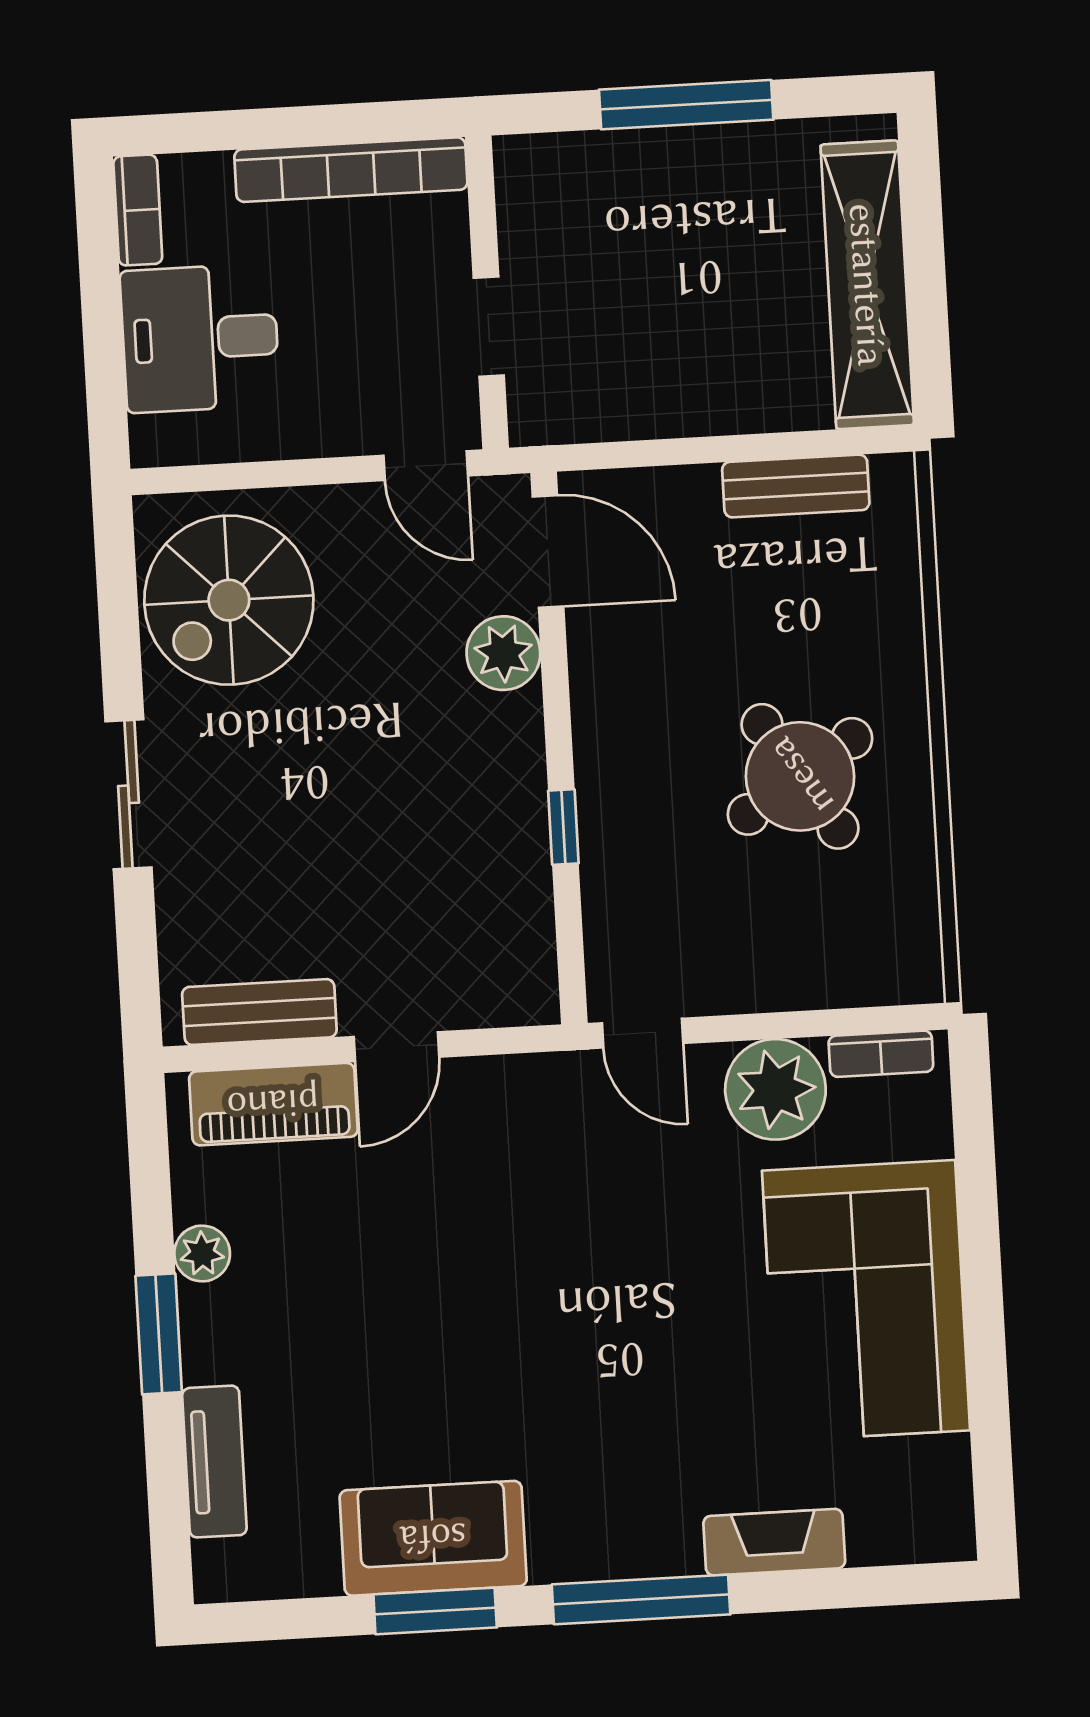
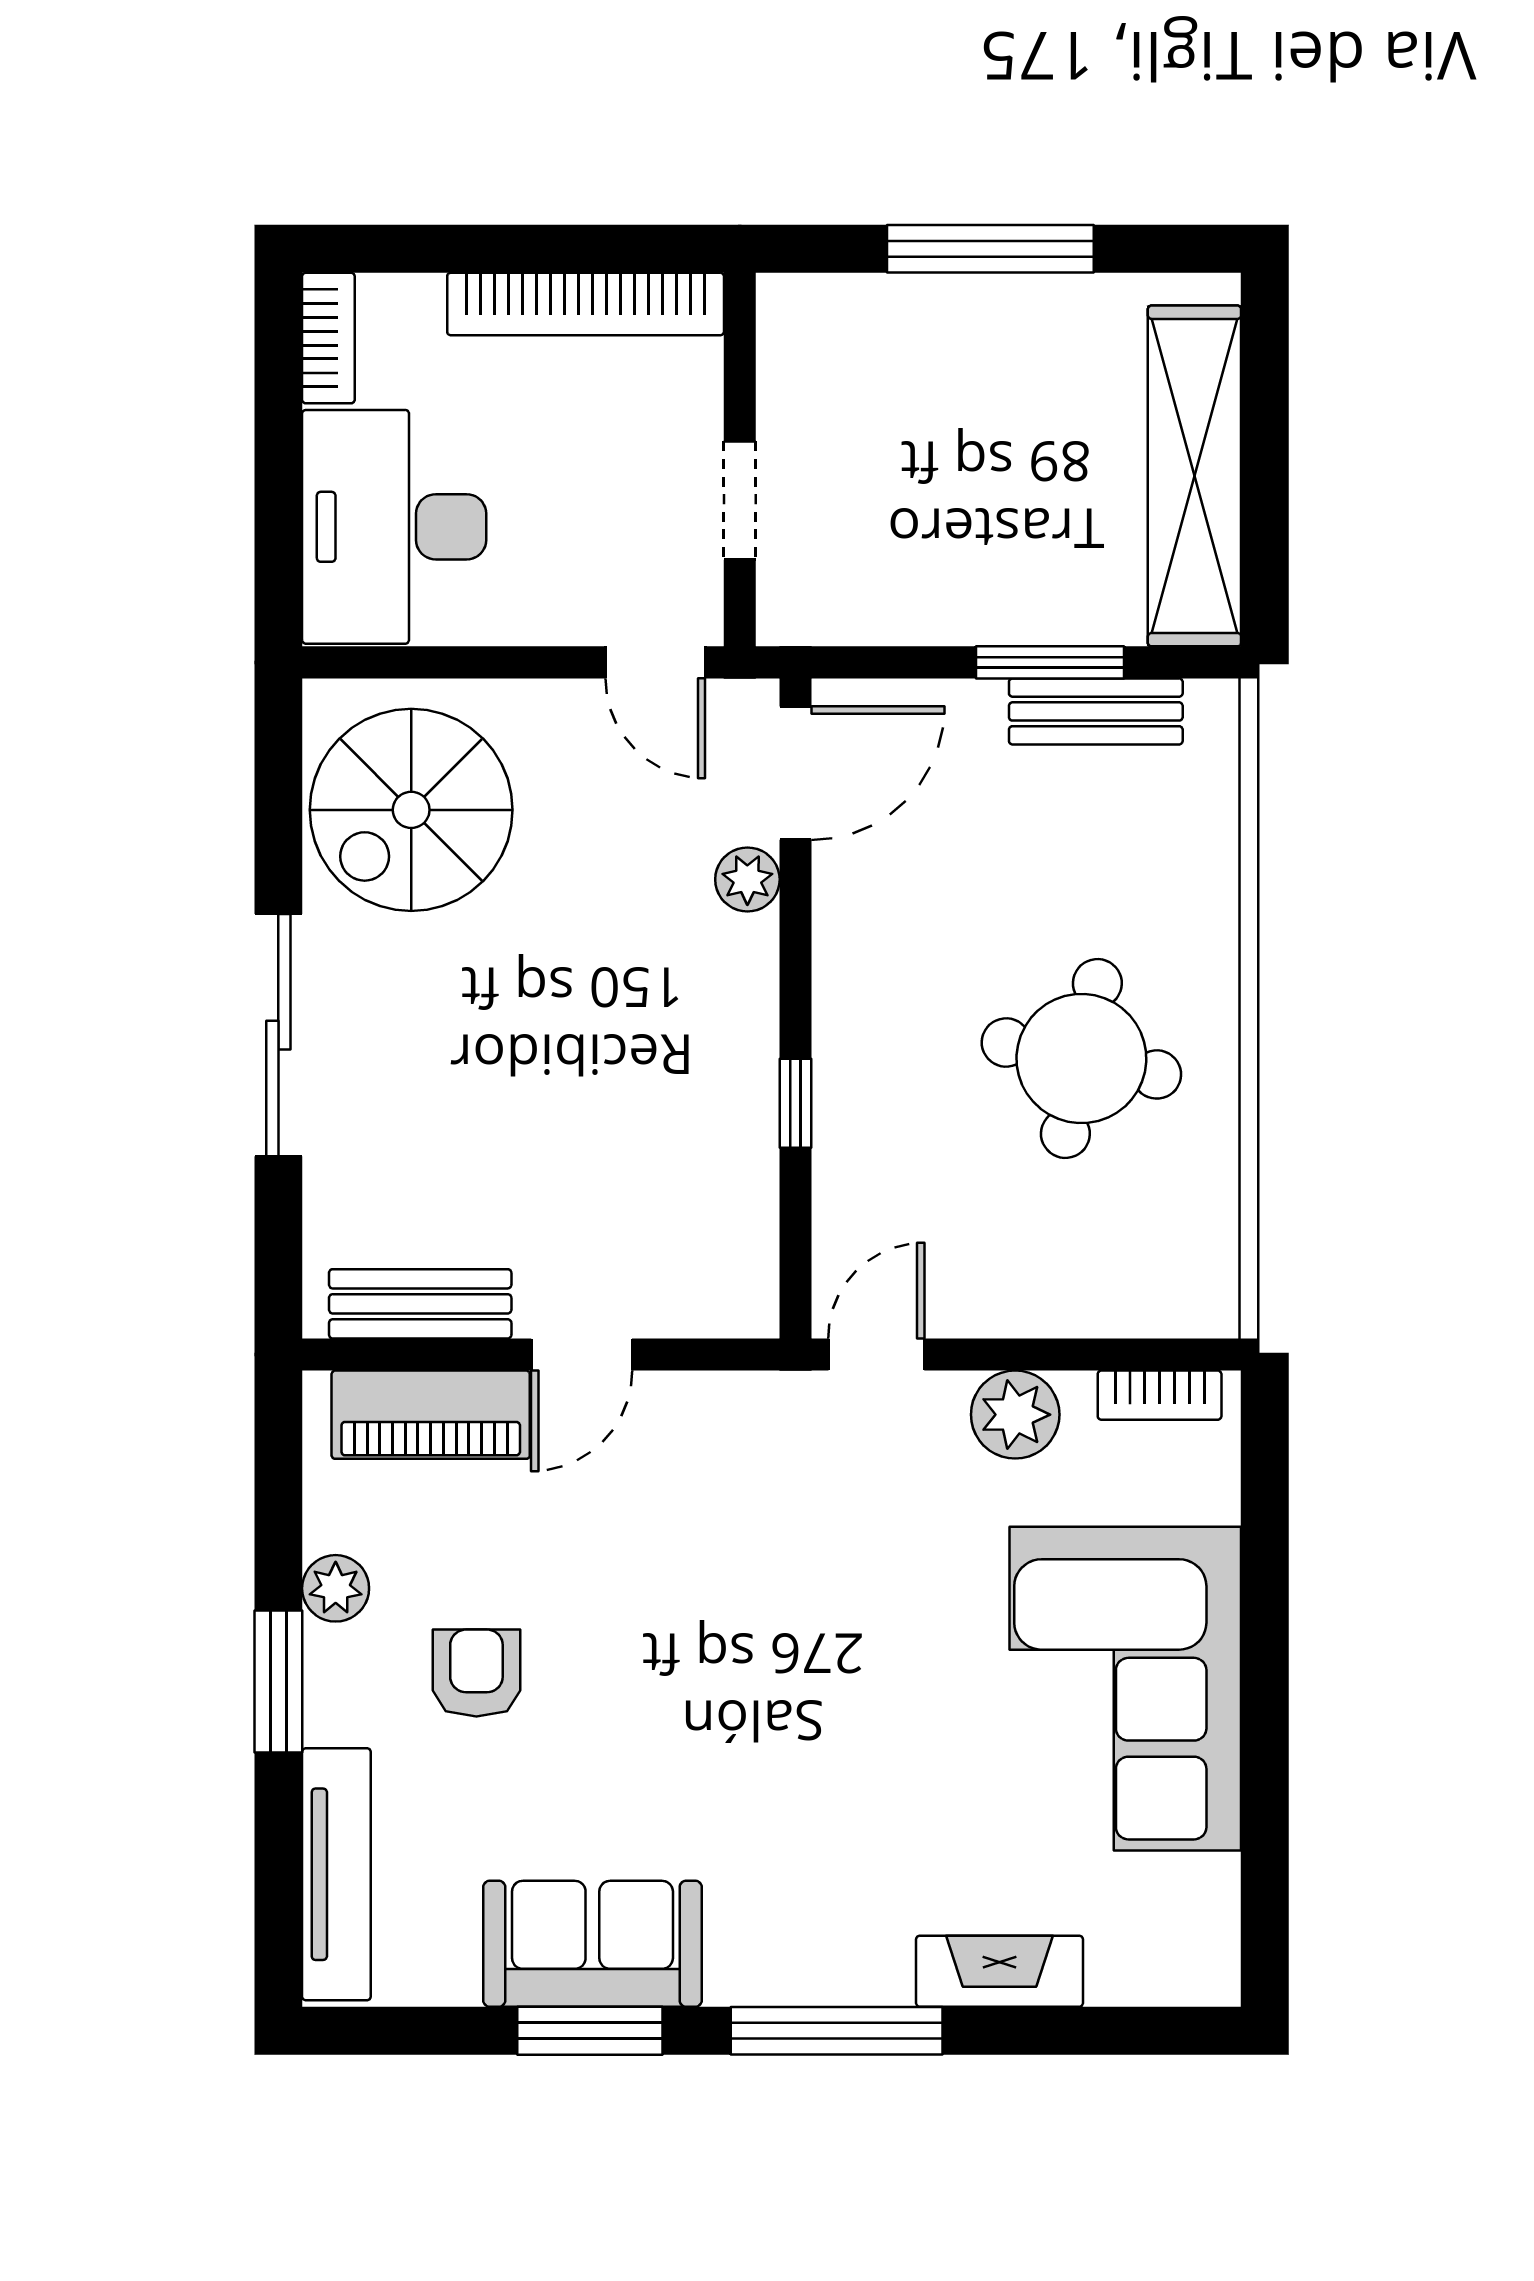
desk: (200, 338) -> (394, 527), width x1.37
window: (755, 447) -> (1050, 662), added
door: (548, 552) -> (795, 773), hinge flipped
plant: (503, 653) -> (747, 879), width x0.73, depth x0.73
round table: (800, 776) -> (1081, 1058), turned 45
sliding door: (129, 794) -> (278, 1035), width x1.37
door: (643, 1033) -> (876, 1355), swing flipped
plant: (775, 1089) -> (1015, 1415), width x0.73, depth x0.73
armchair: (324, 1318) -> (476, 1673), added
tv unit: (214, 1462) -> (336, 1874), width x1.41

